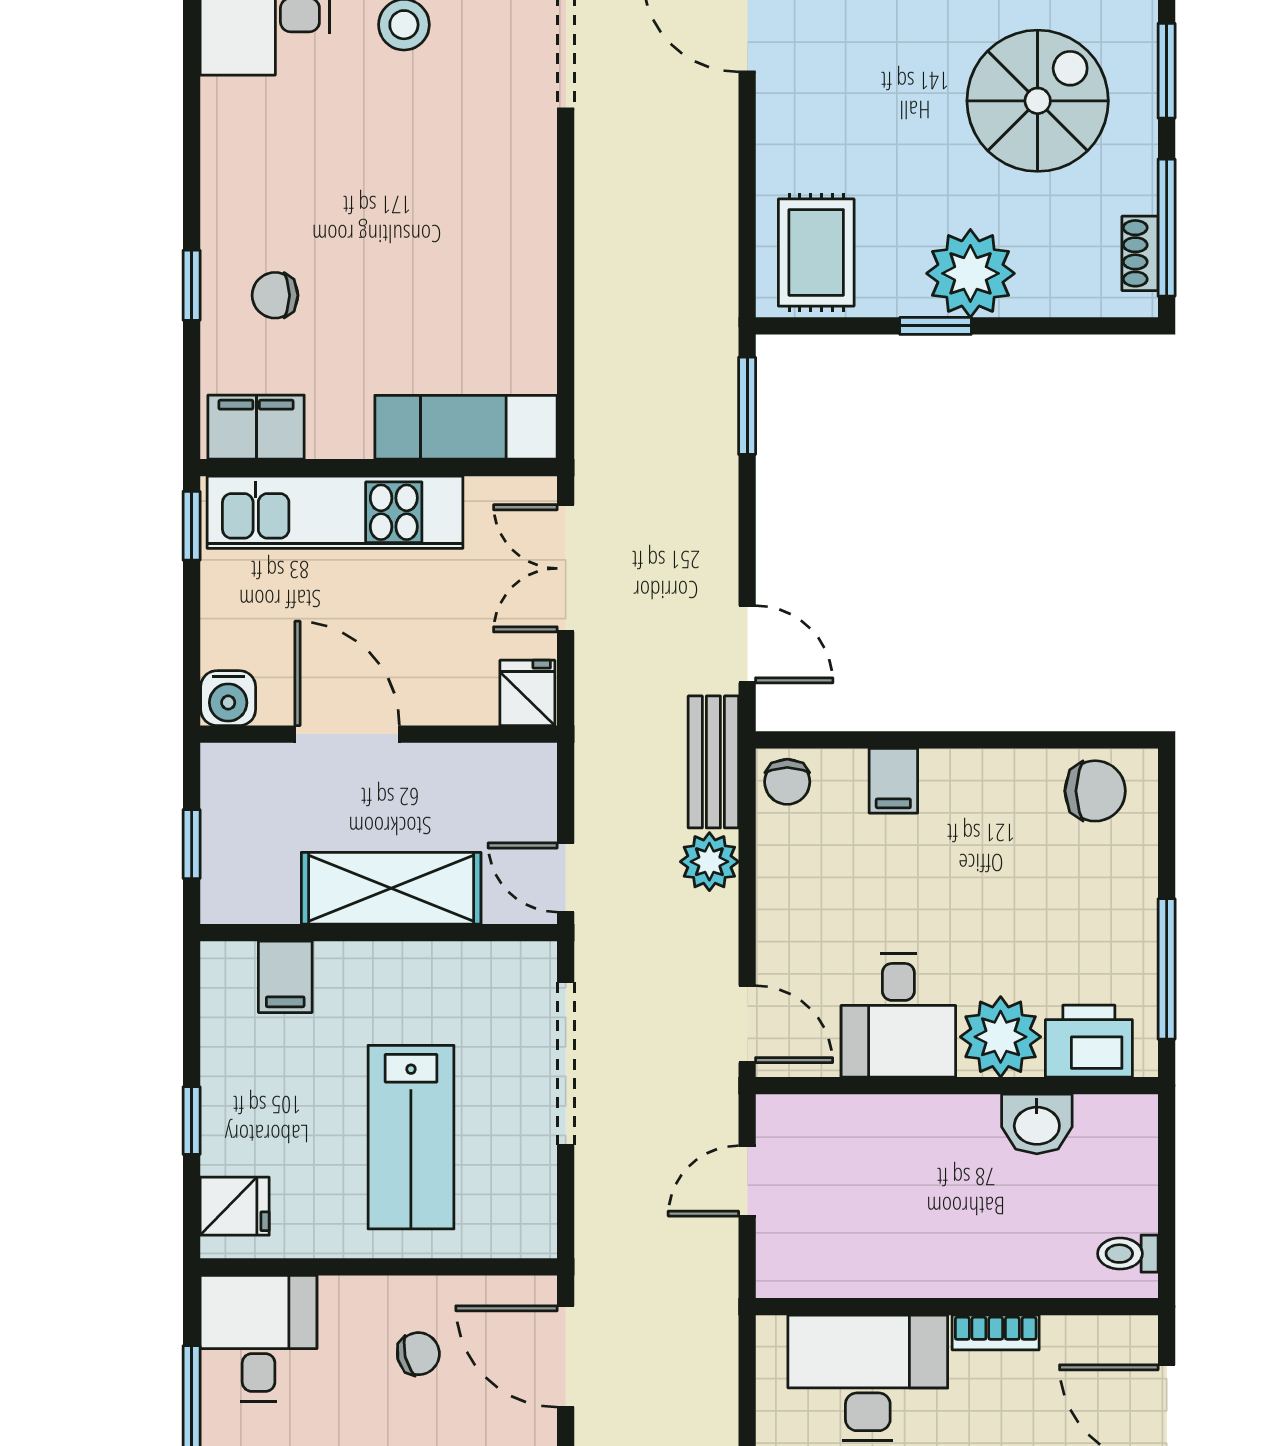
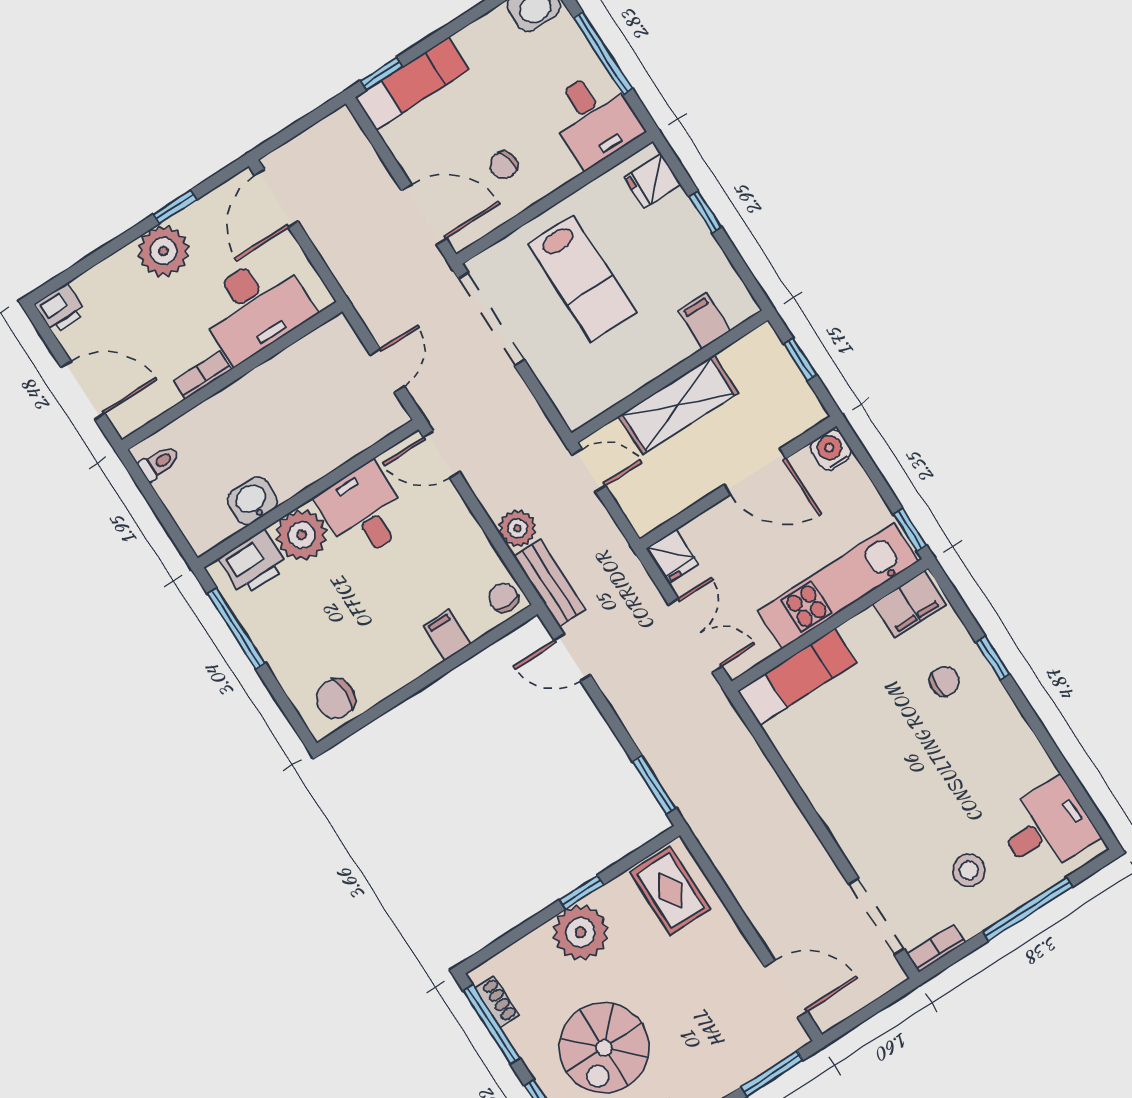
doorway: (566, 1064) -> (491, 319), moved
lab bench: (411, 1137) -> (582, 278), turned 180

